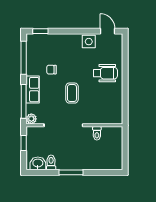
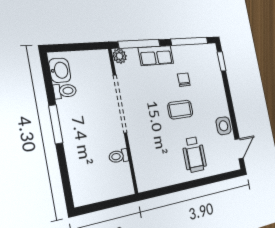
coffee table: (72, 93) -> (180, 110), moved
window: (24, 143) -> (85, 47), removed

